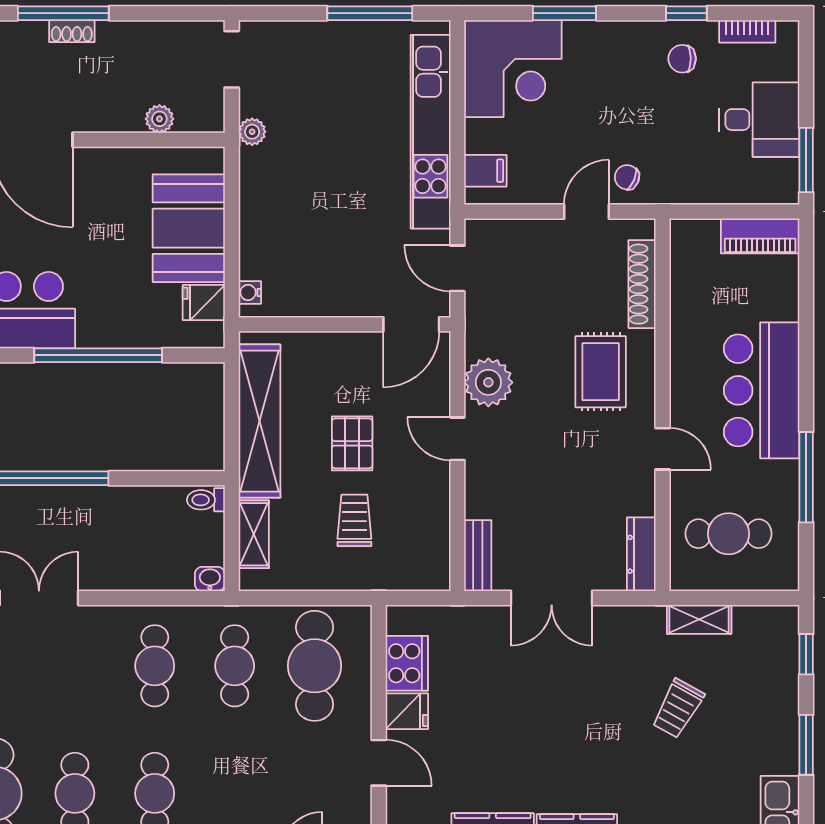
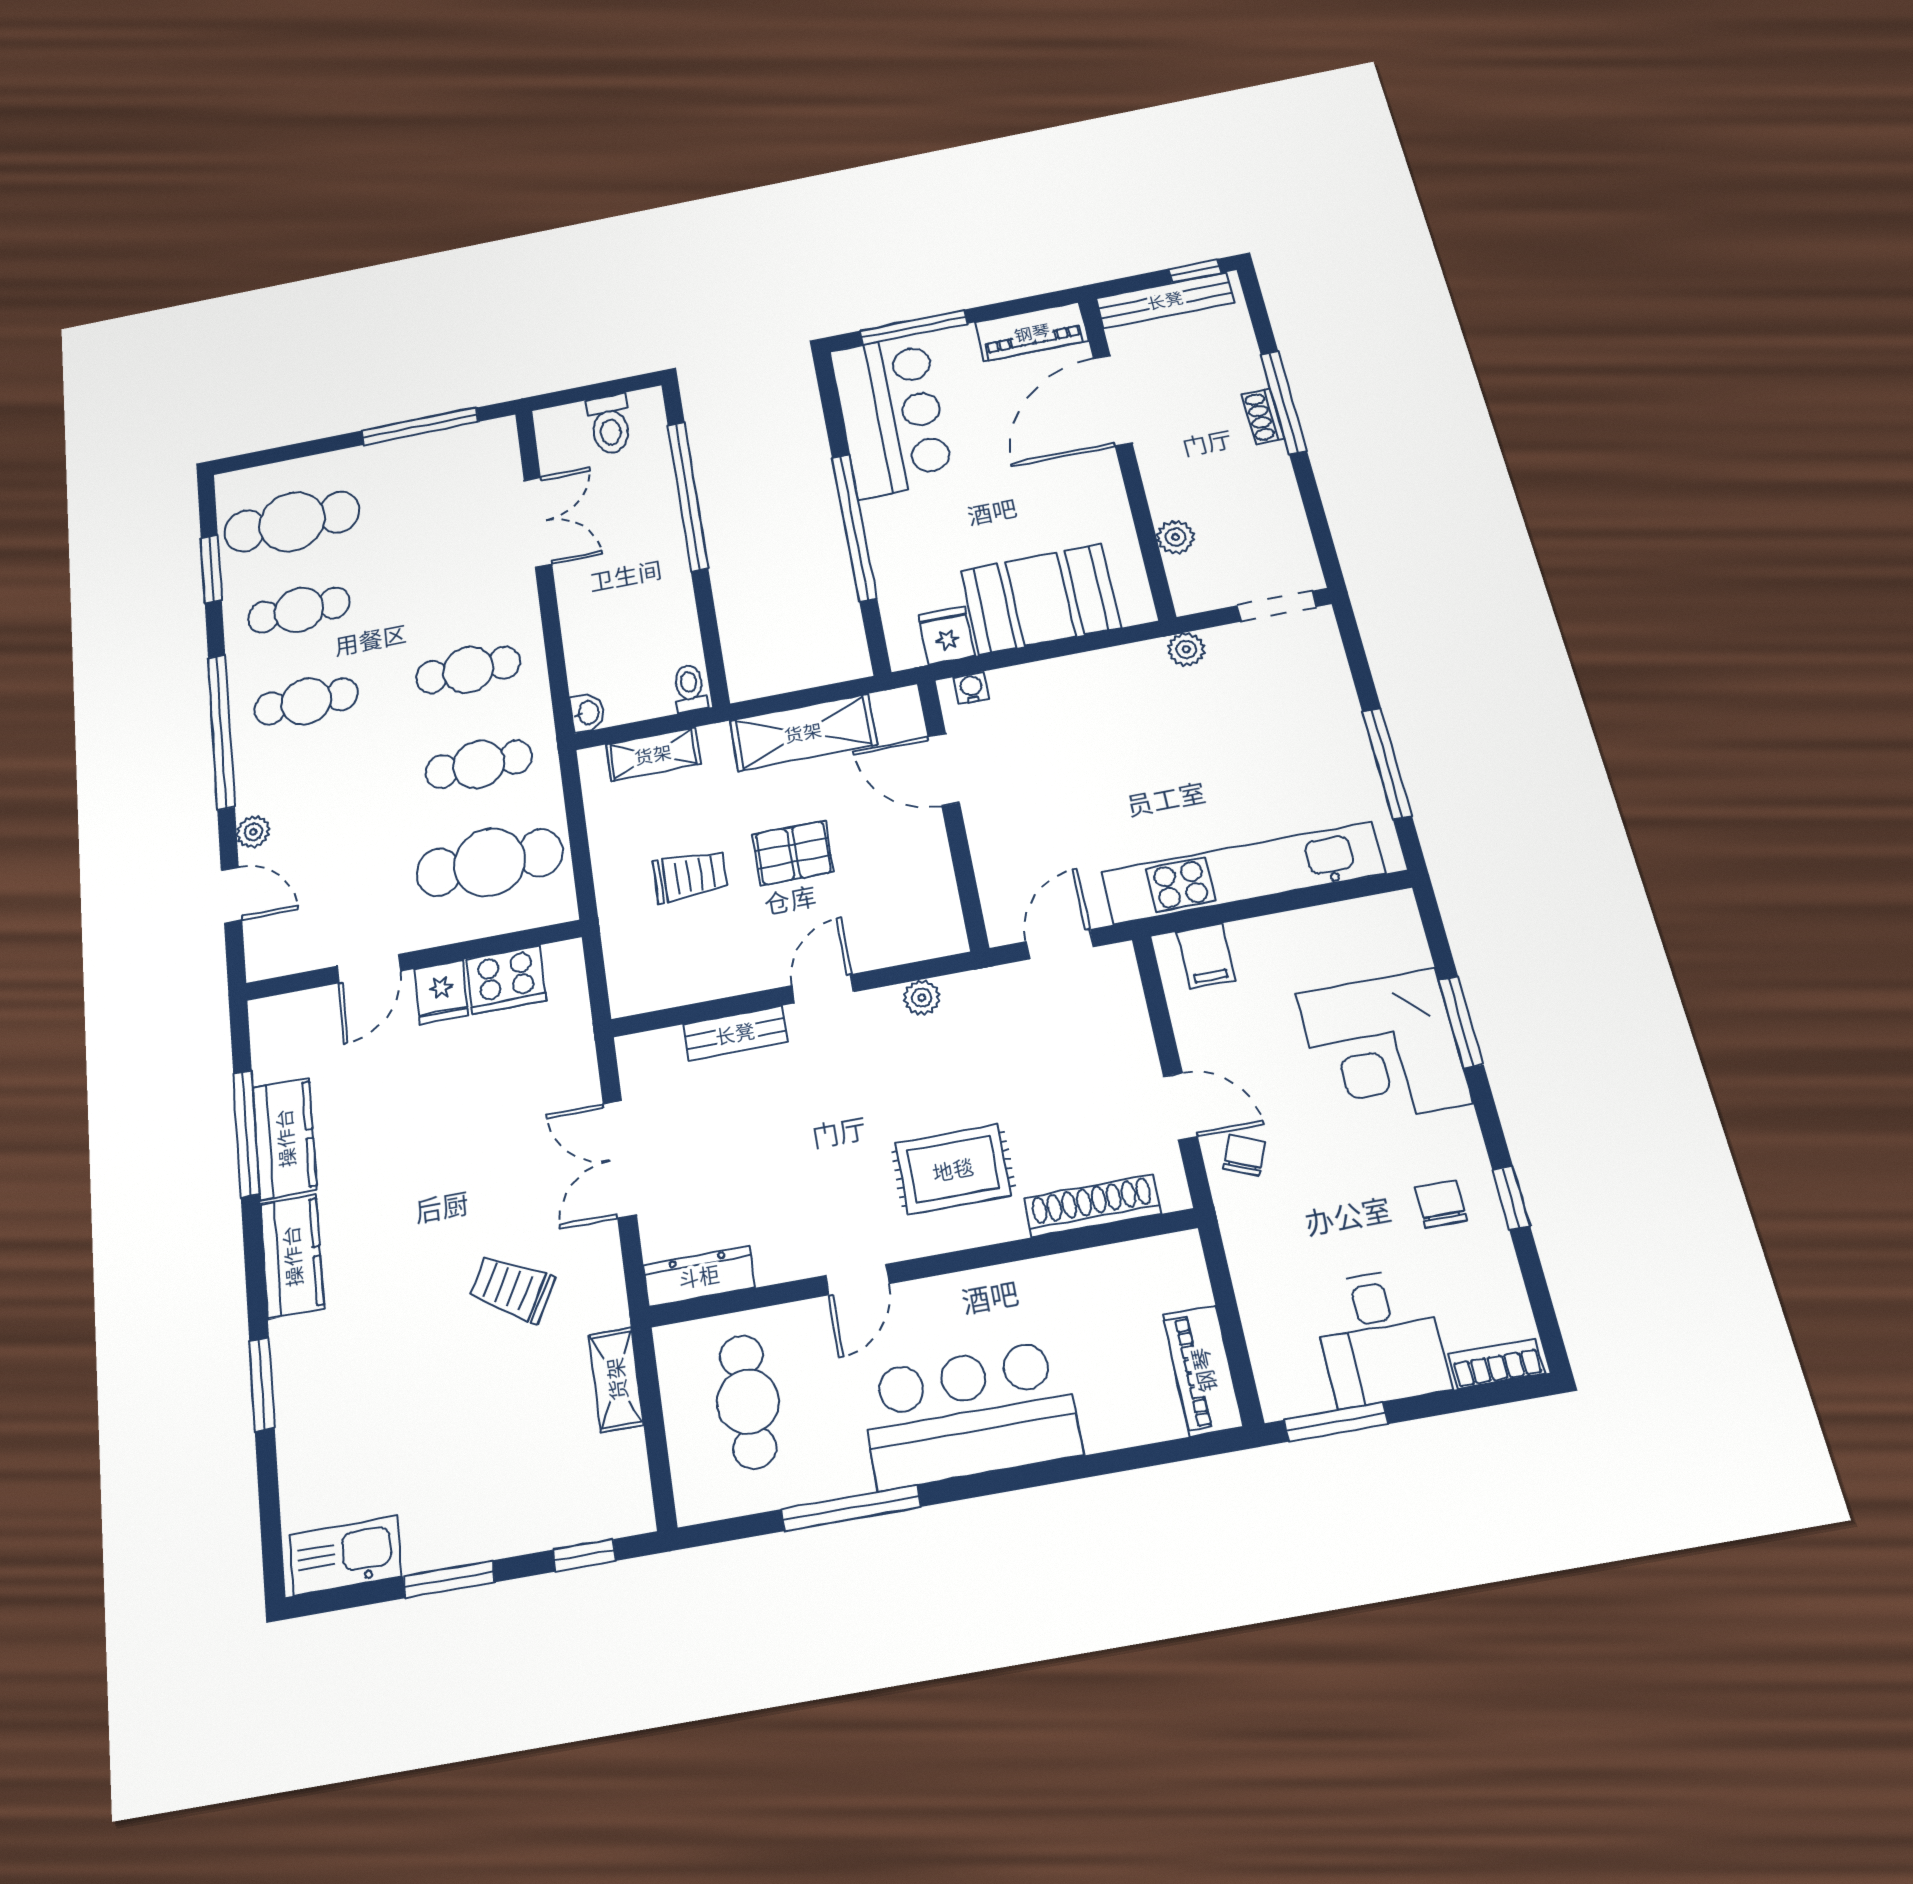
bookcase: (747, 31) -> (1496, 1364), moved, turned 90
corner desk: (513, 69) -> (1383, 1048), moved
door: (411, 324) -> (944, 769), moved
plant: (488, 382) -> (922, 997), width x0.53, depth x0.53
shelving: (259, 421) -> (803, 732), width x0.68
bench: (478, 556) -> (735, 1033), moved
trolley: (678, 709) -> (512, 1288), moved

